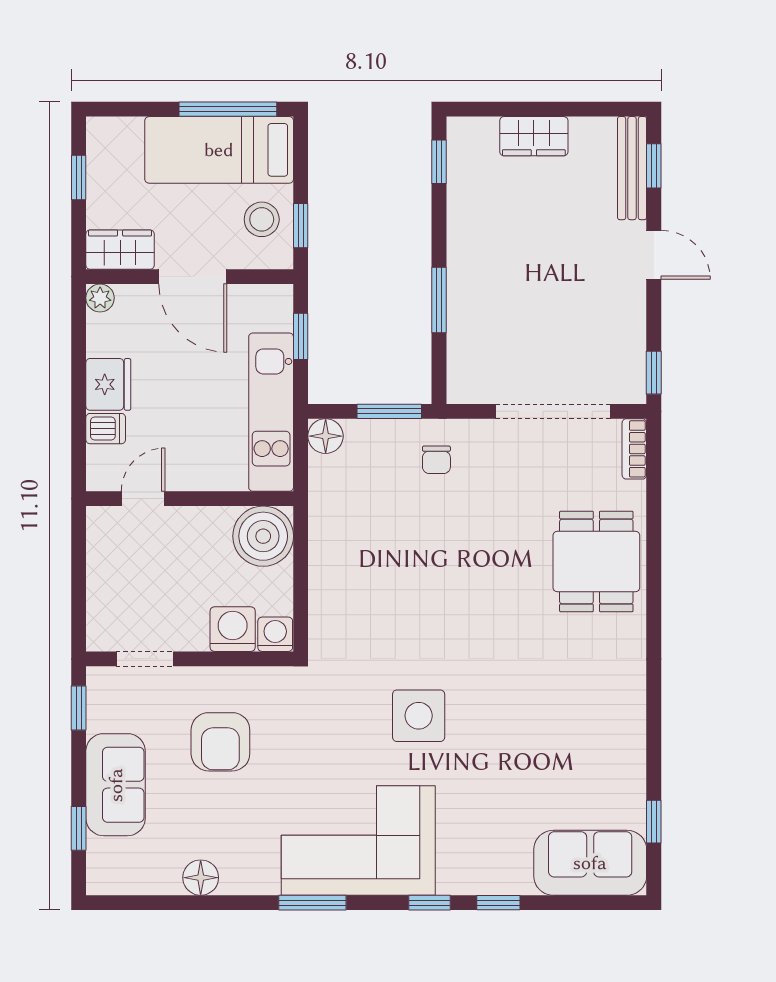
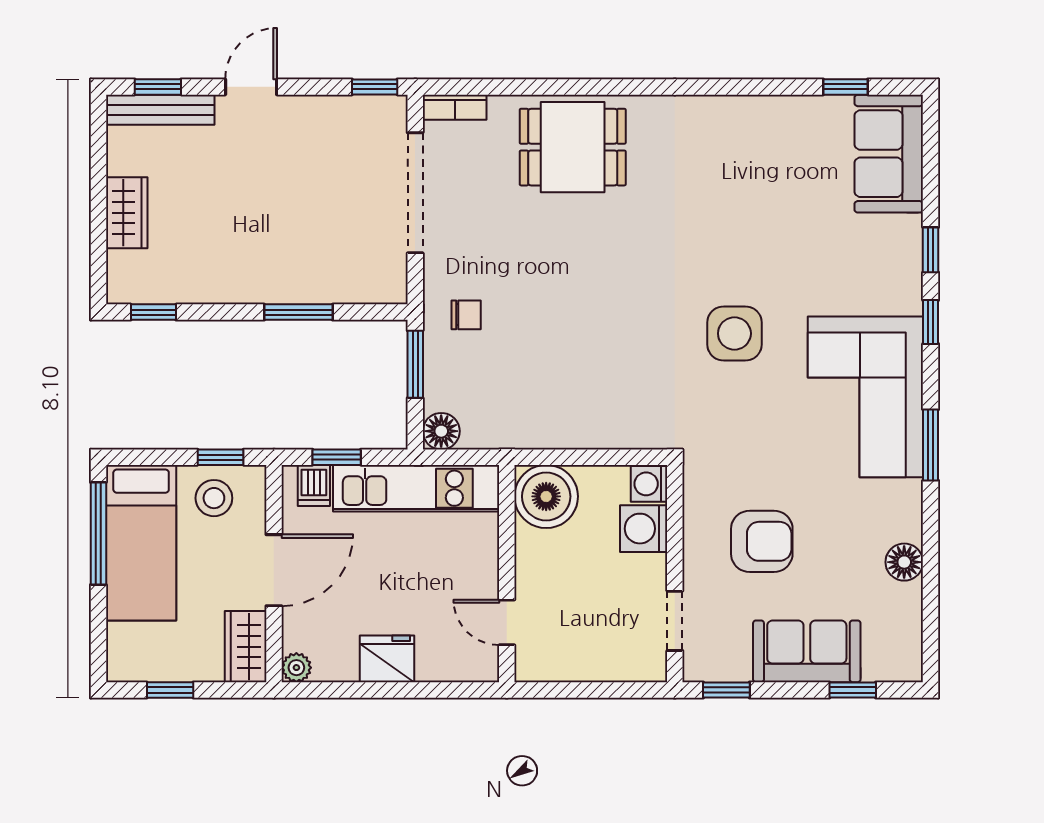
dishwasher: (106, 429) -> (314, 485), moved, turned 180

